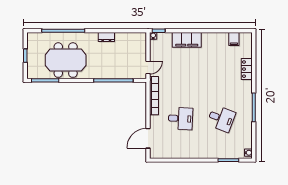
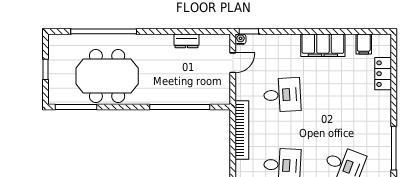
dresser: (106, 37) -> (187, 41), moved
filing cabinet: (187, 40) -> (323, 45), moved
door: (148, 67) -> (233, 63), moved
locker: (247, 69) -> (383, 74), moved
desk: (180, 72) -> (282, 95), added

